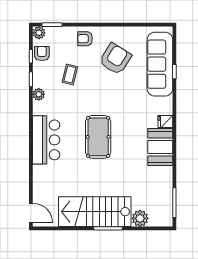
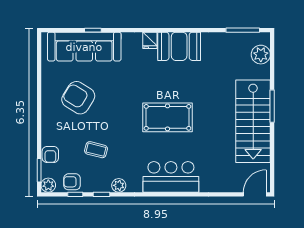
armchair: (85, 39) -> (50, 154), moved
plant: (140, 218) -> (261, 55), moved

